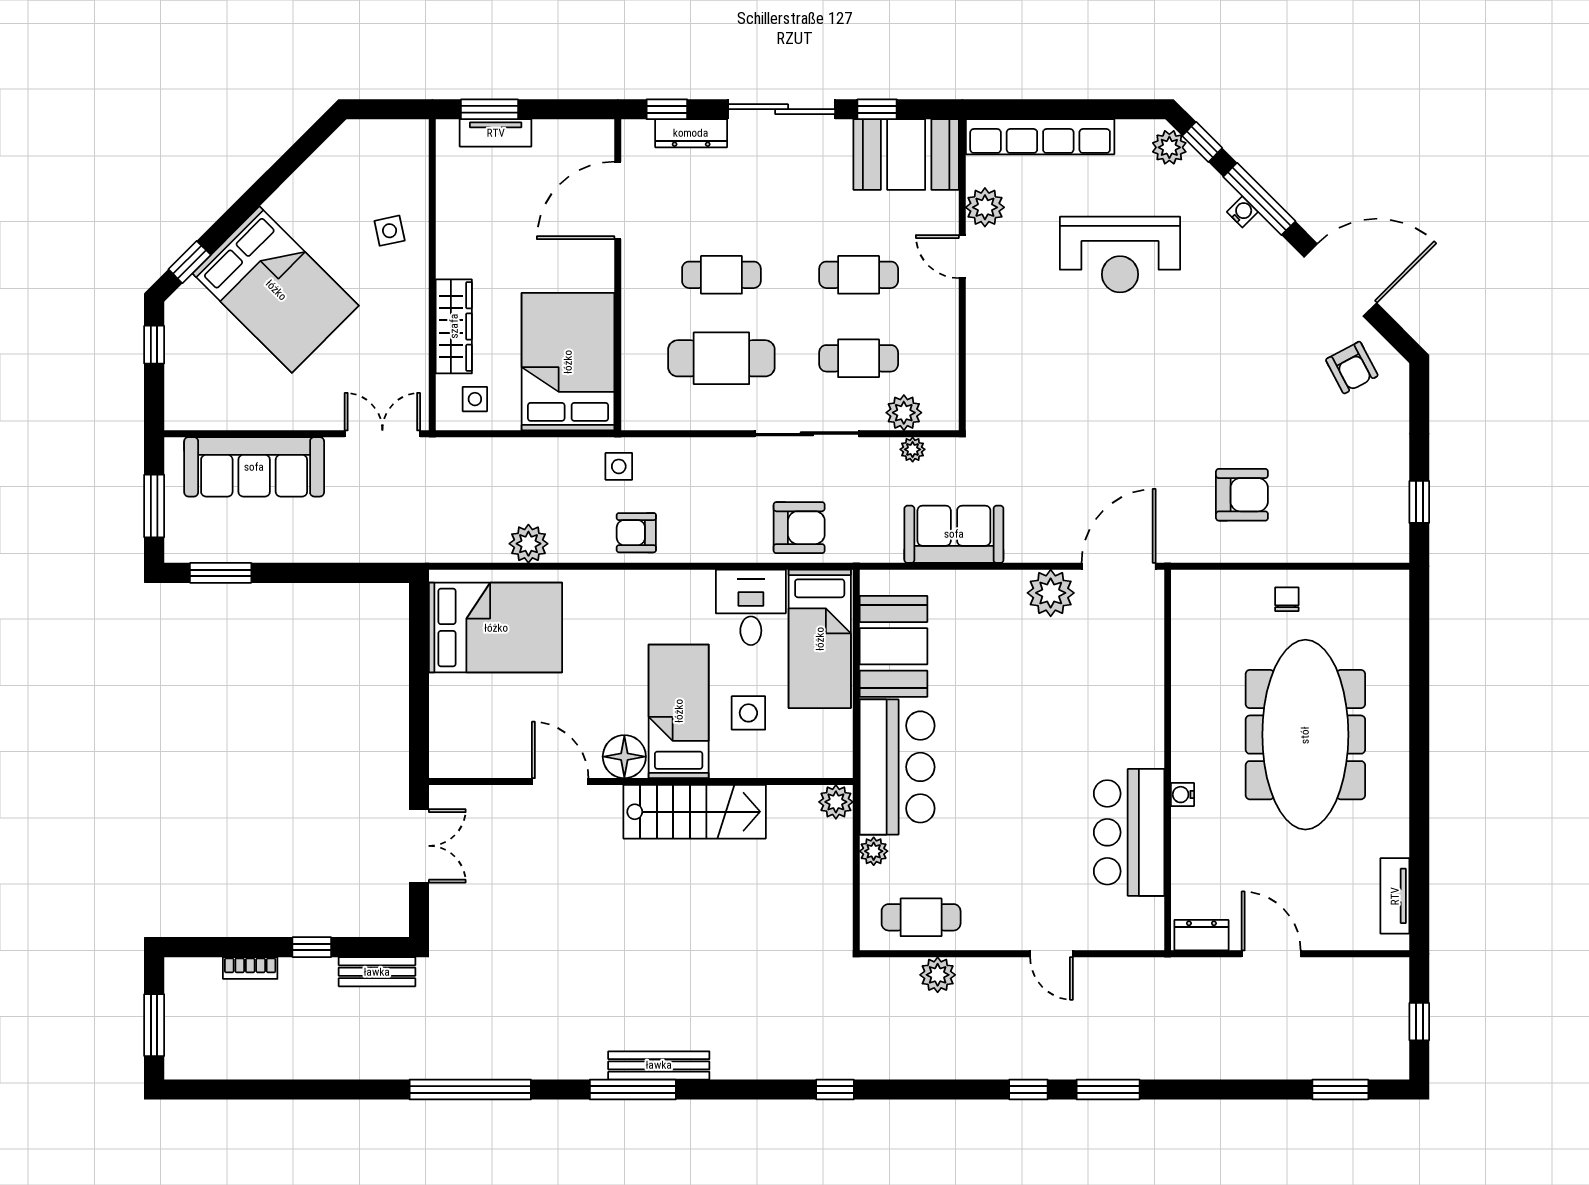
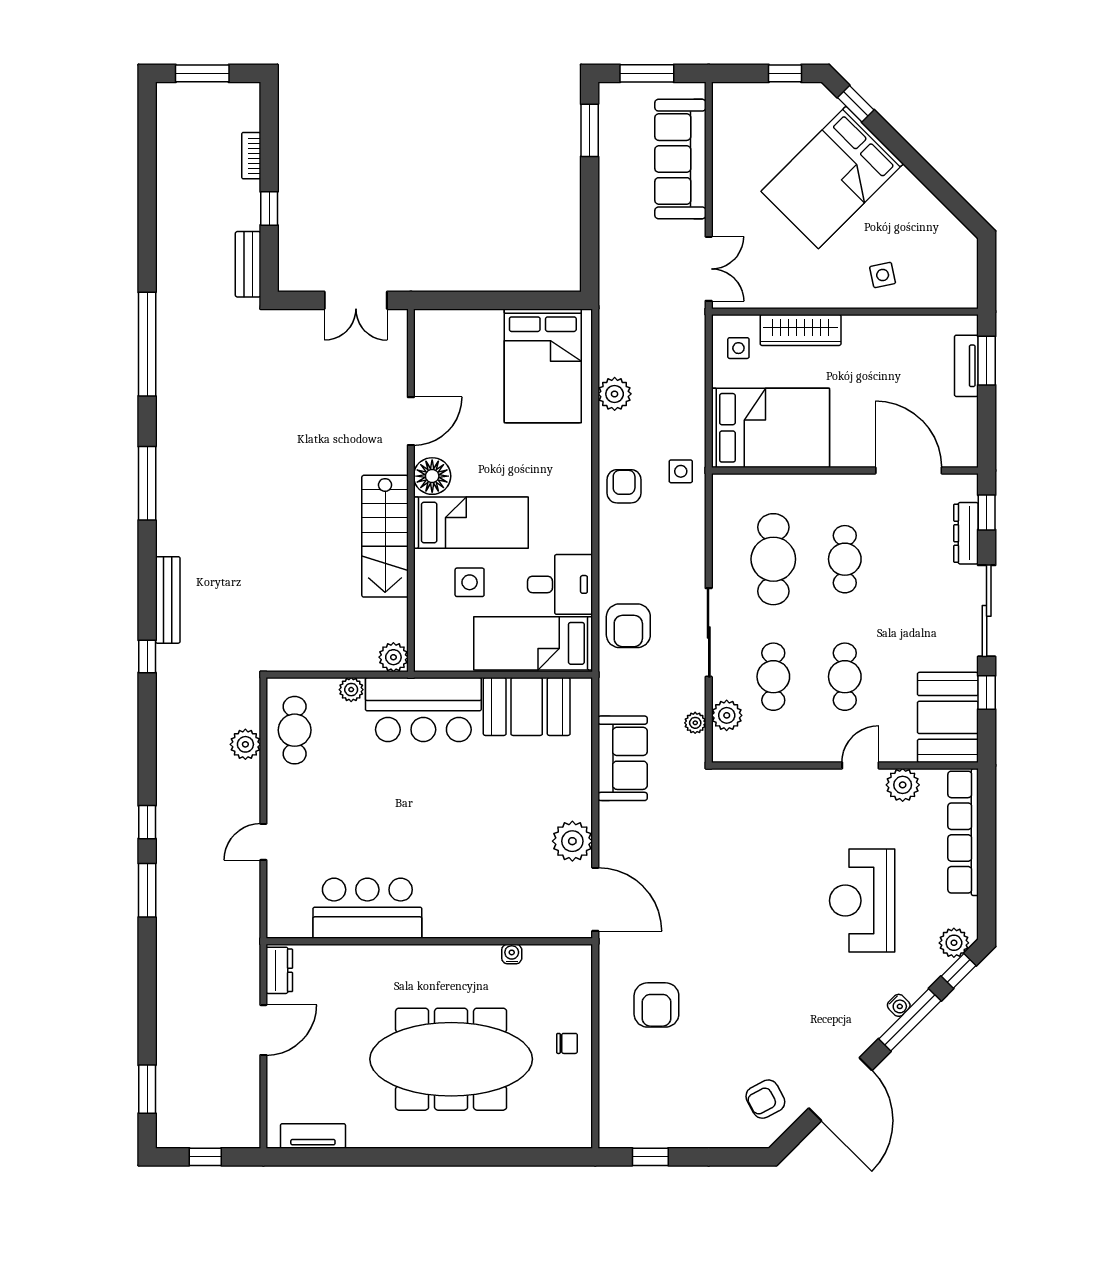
water cooler: (1182, 795) -> (512, 954), moved
bench: (659, 1065) -> (168, 600), moved

